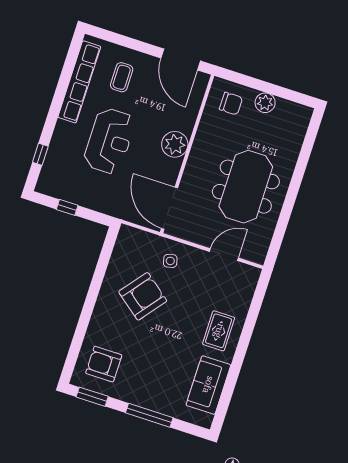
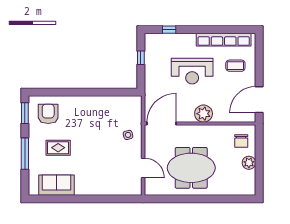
armchair: (143, 296) -> (100, 125), removed
rug: (219, 331) -> (58, 148), moved

